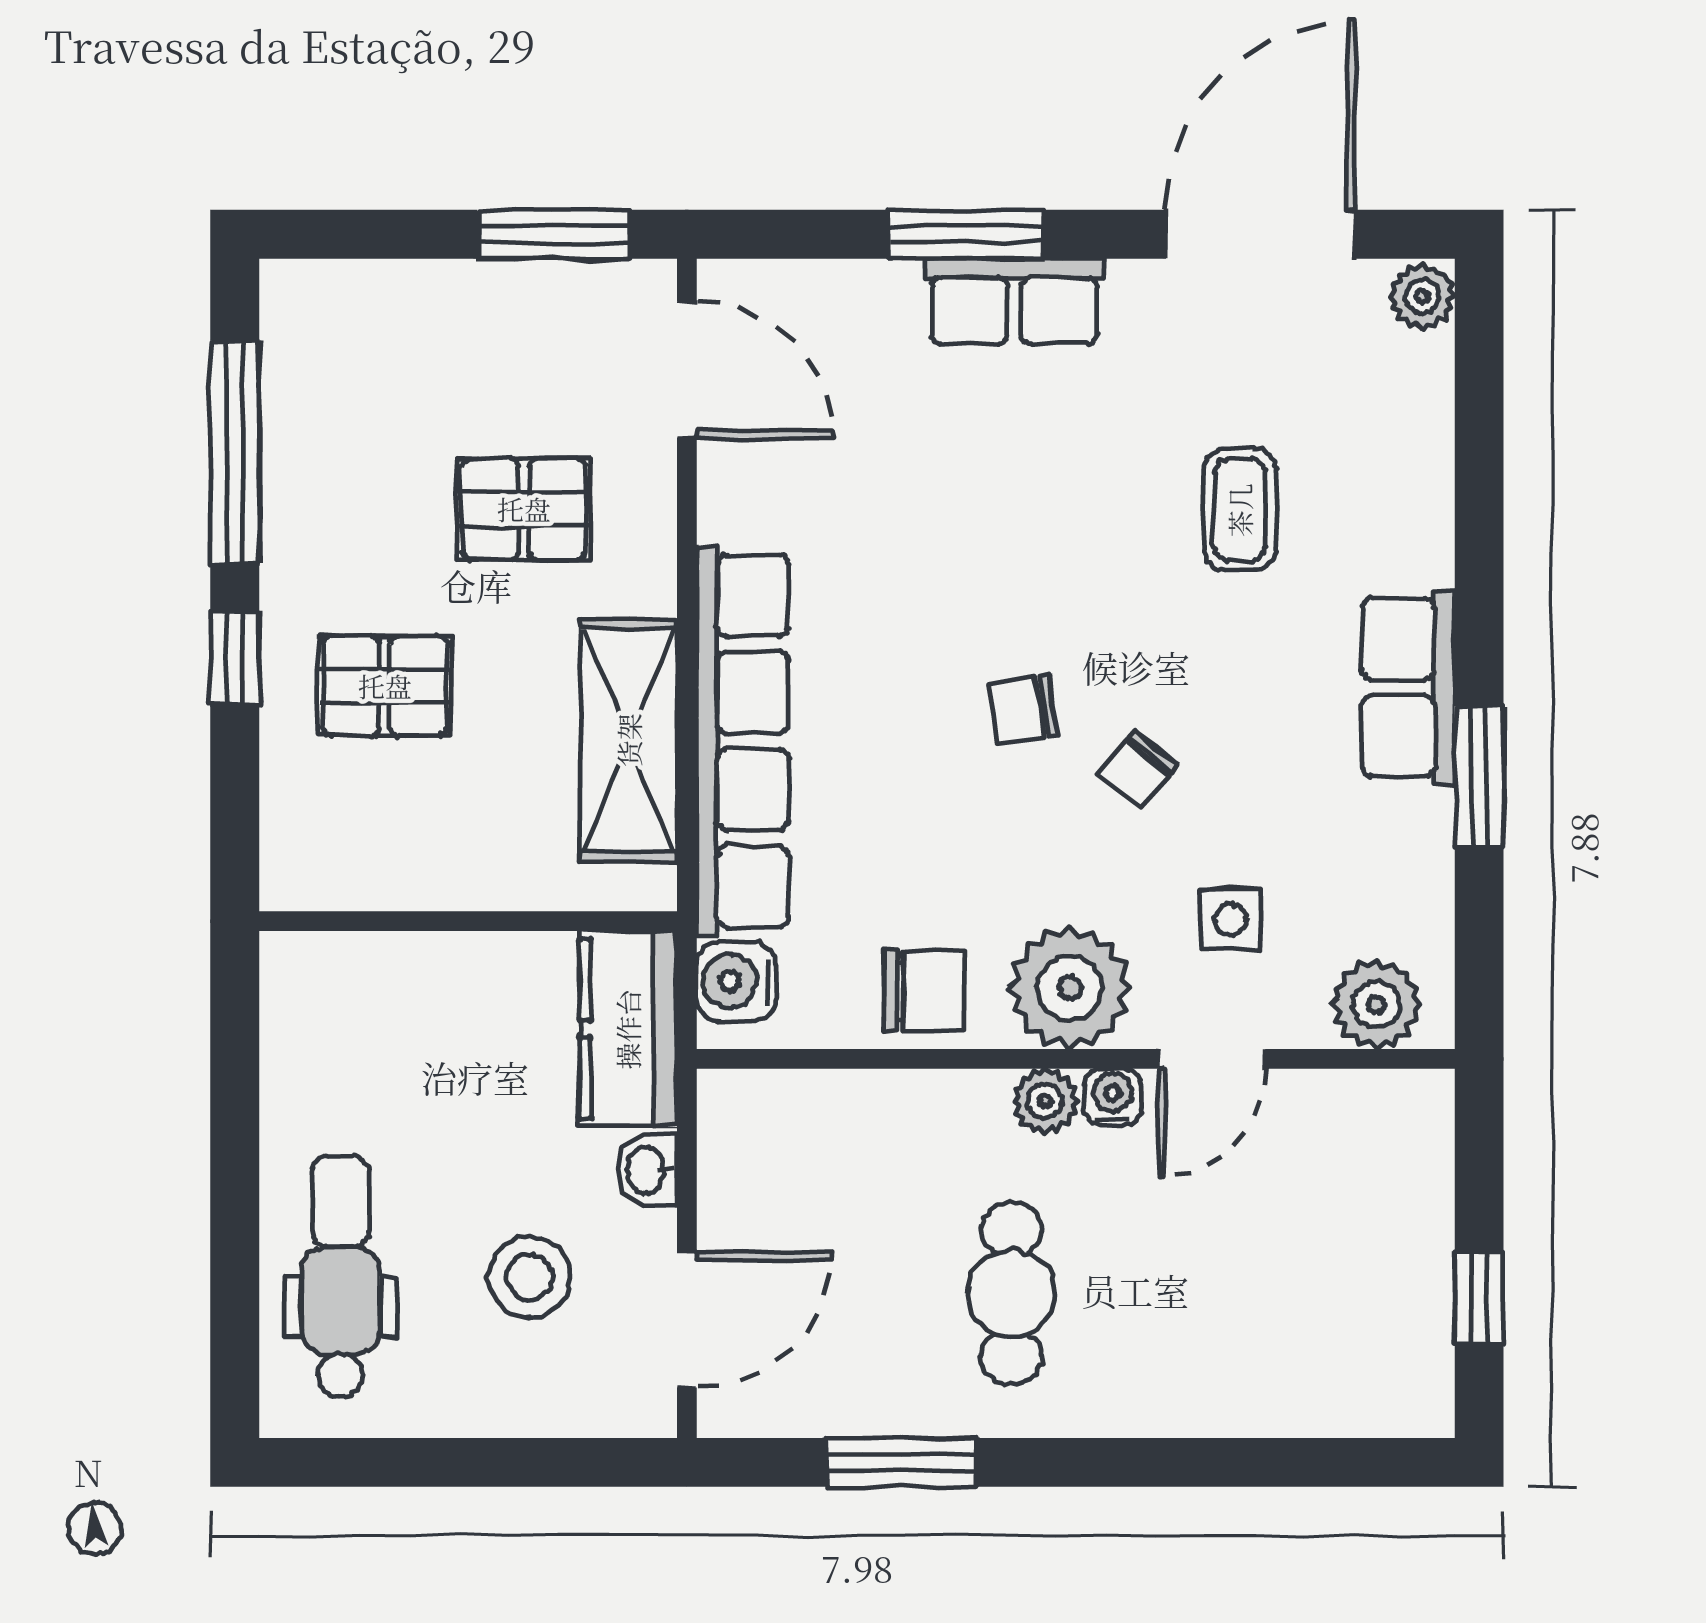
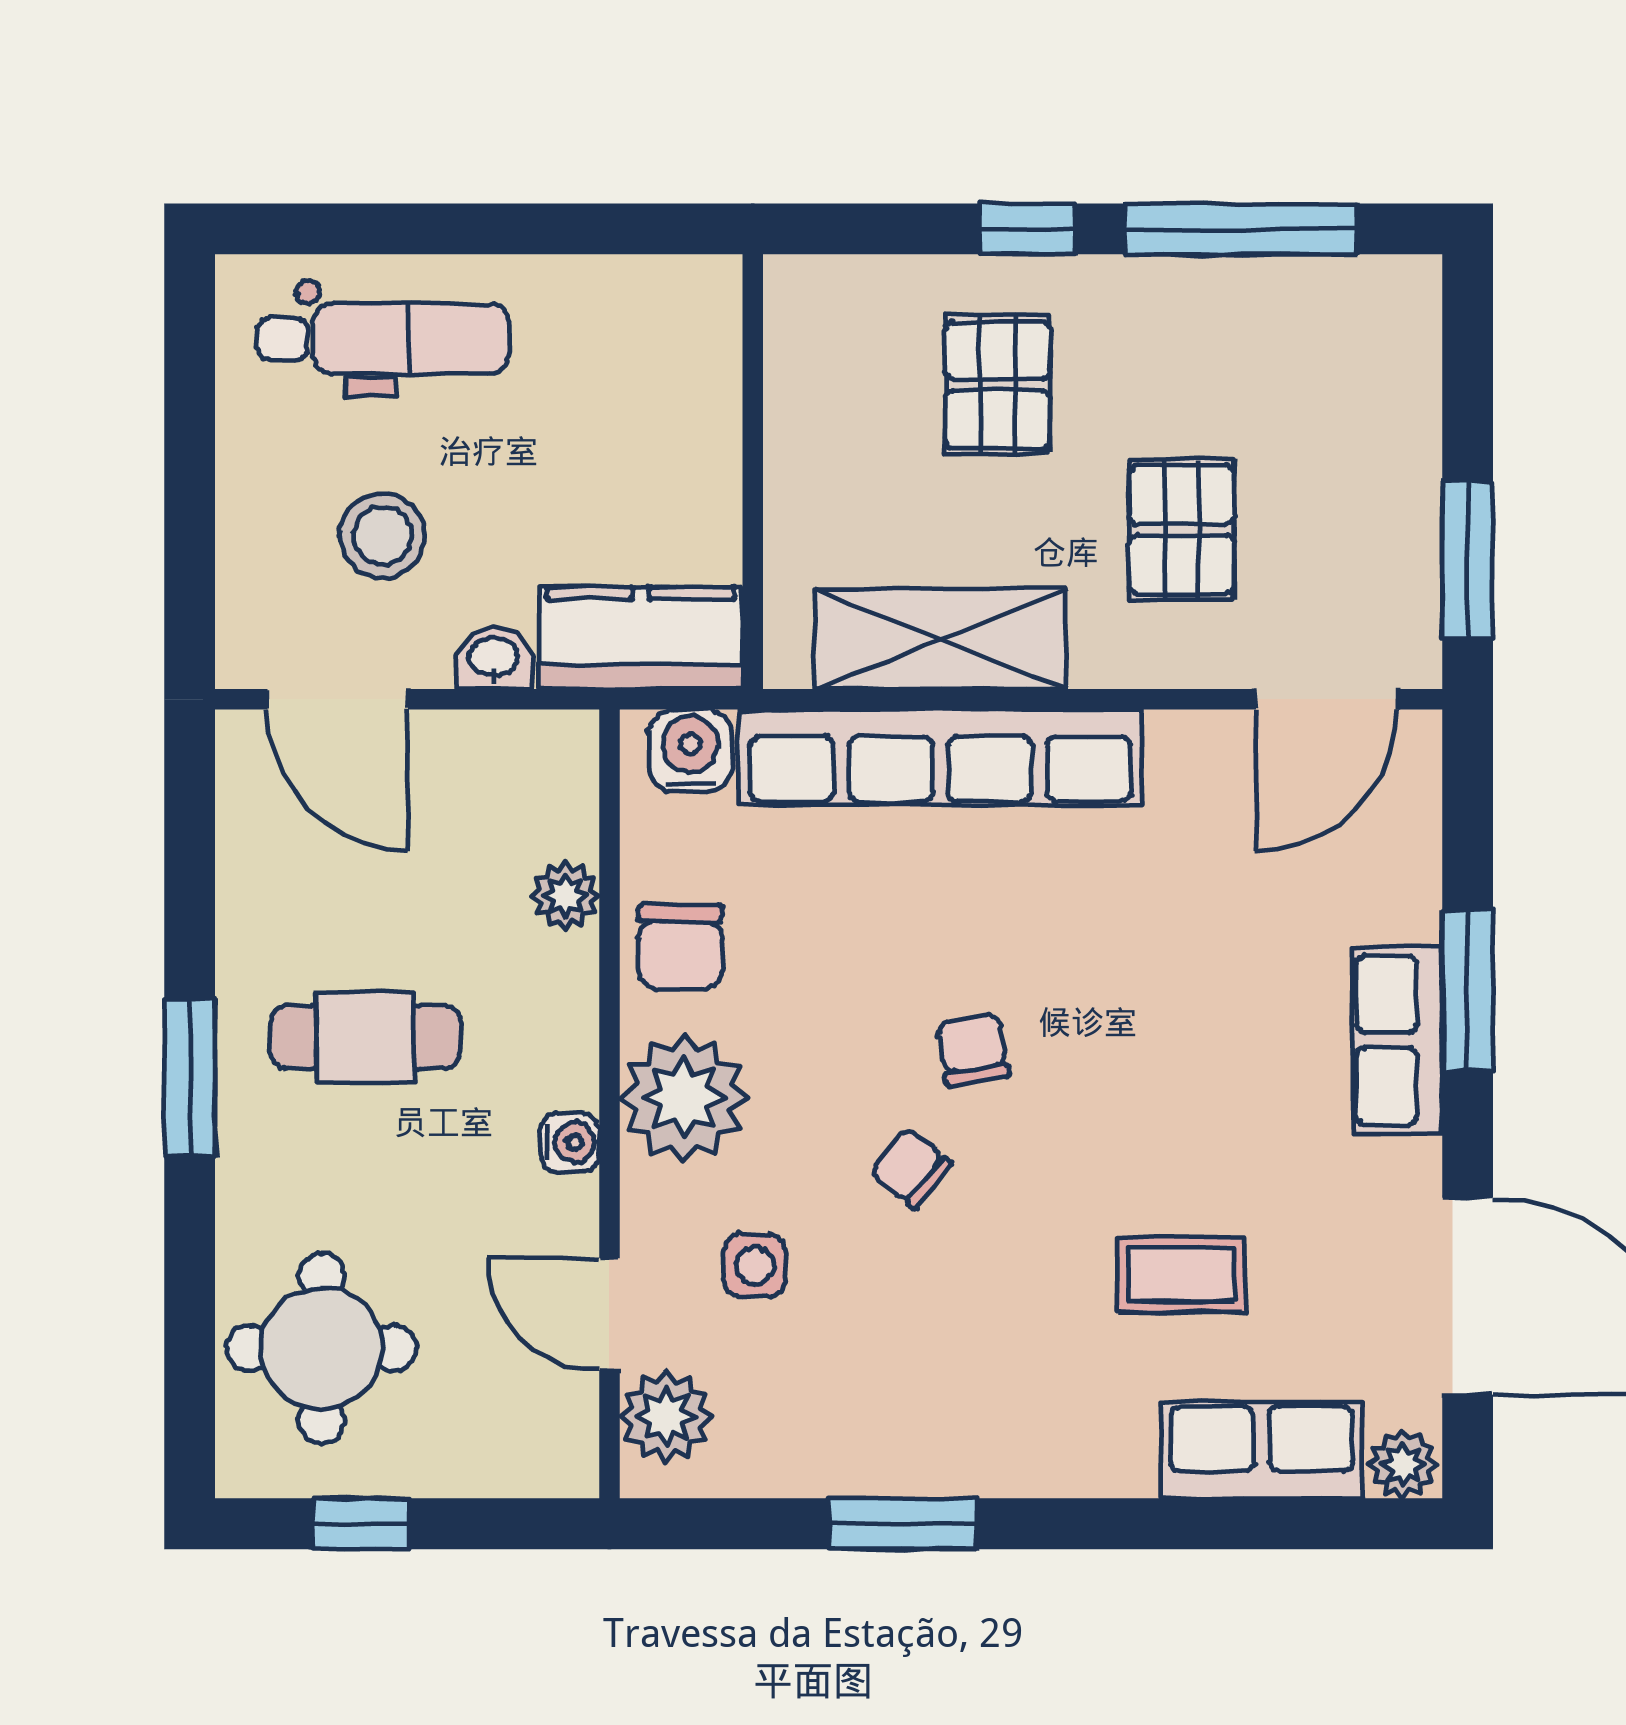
row of seats: (1408, 688) -> (1261, 1450), moved
door: (1212, 1059) -> (609, 1314), moved
plant: (1045, 1101) -> (565, 896), moved
round table: (1311, 1336) -> (321, 1348), added
window: (902, 1462) -> (190, 1078), moved

